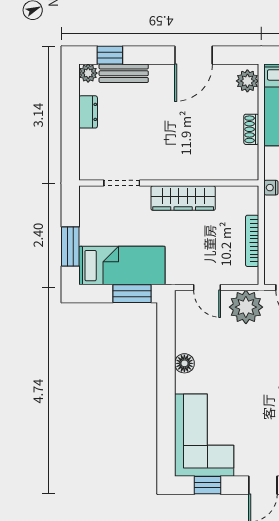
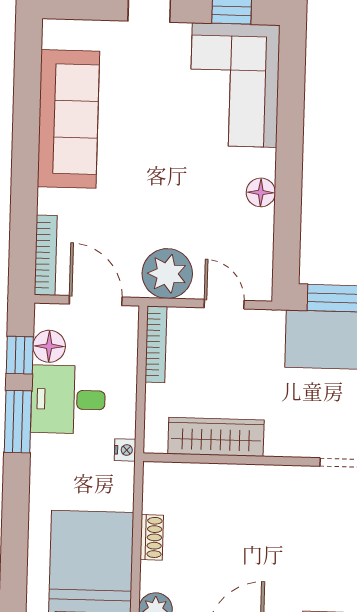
wardrobe: (183, 198) -> (216, 437), moved
bookcase: (252, 241) -> (156, 344), moved

